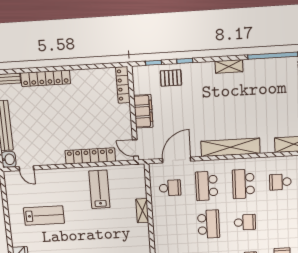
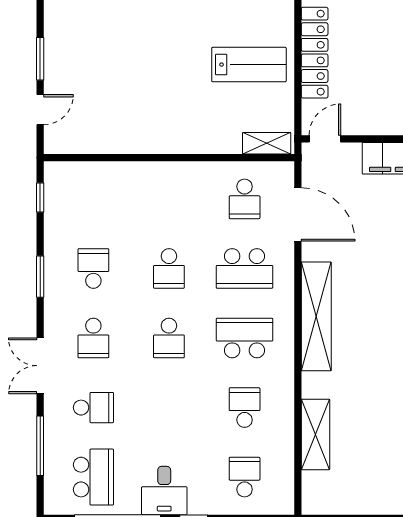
school desk: (207, 186) -> (245, 268), turned 180
shelving: (142, 211) -> (267, 143), moved
school desk: (209, 224) -> (169, 268), width x0.54

